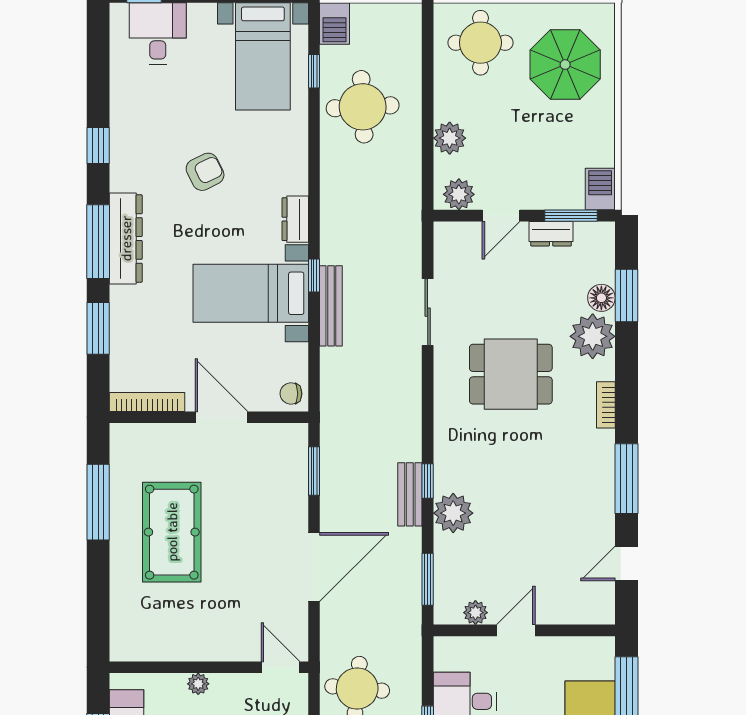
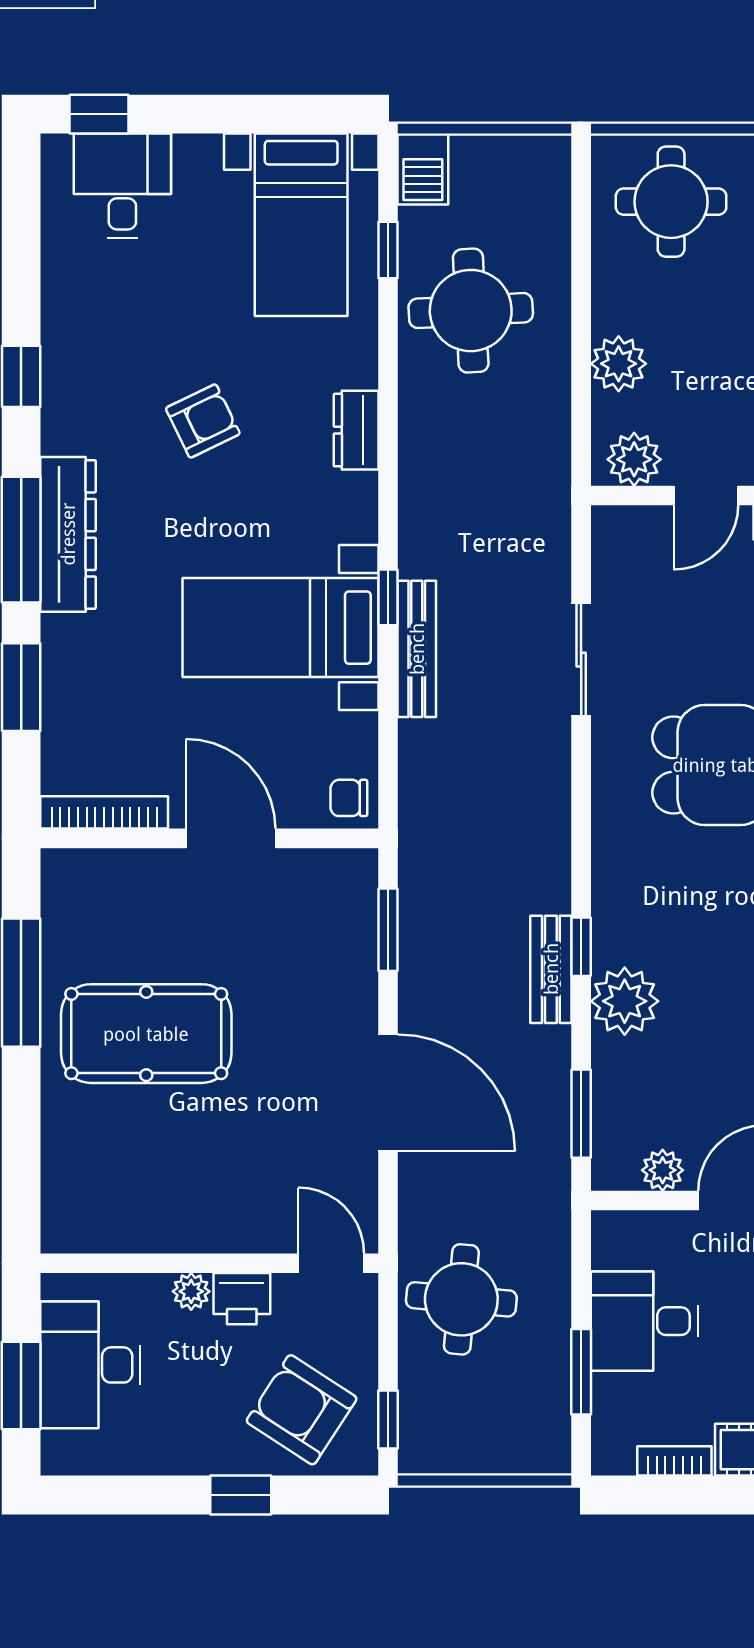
dresser: (295, 219) -> (356, 430), moved
pool table: (172, 532) -> (146, 1034), turned 90
door: (314, 567) -> (388, 1093), hinge flipped
printer: (228, 688) -> (242, 1299), added

